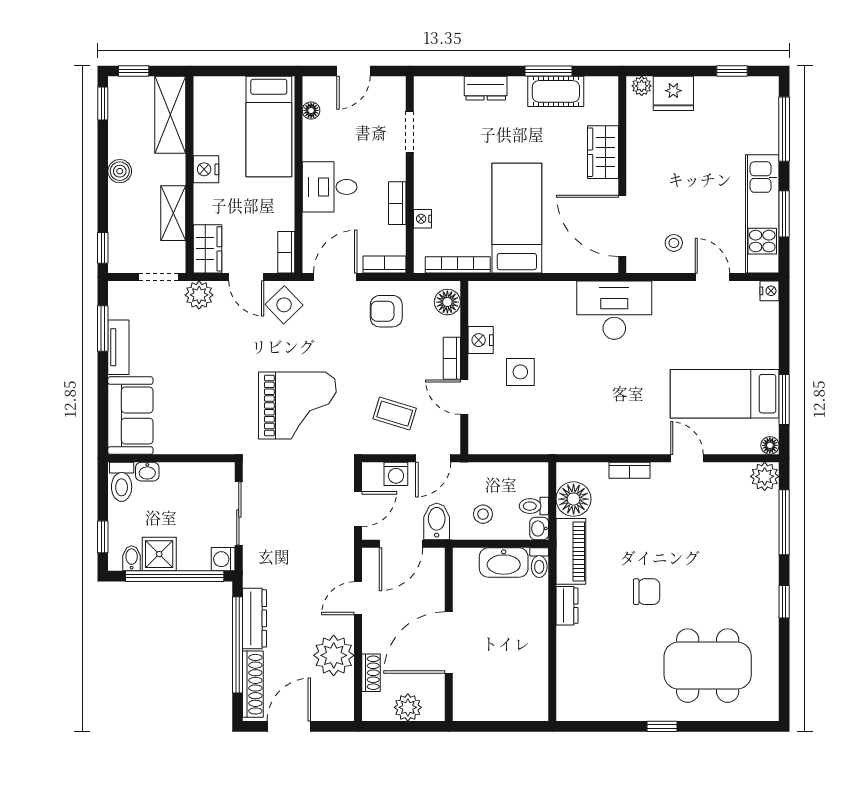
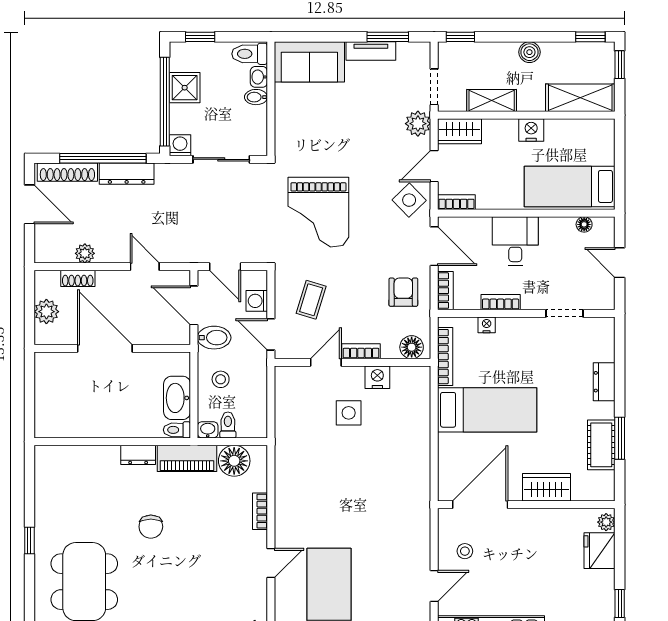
desk: (614, 310) -> (404, 497), removed
bidet: (132, 558) -> (256, 97), moved, turned 180
plant: (334, 655) -> (85, 253), width x0.53, depth x0.53

